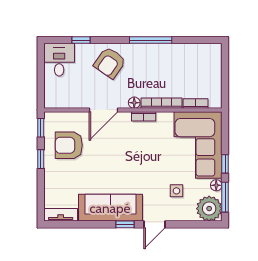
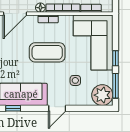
coffee table: (142, 157) -> (47, 52), added
floor lamp: (216, 185) -> (108, 76), removed
window: (125, 224) -> (13, 108), moved

